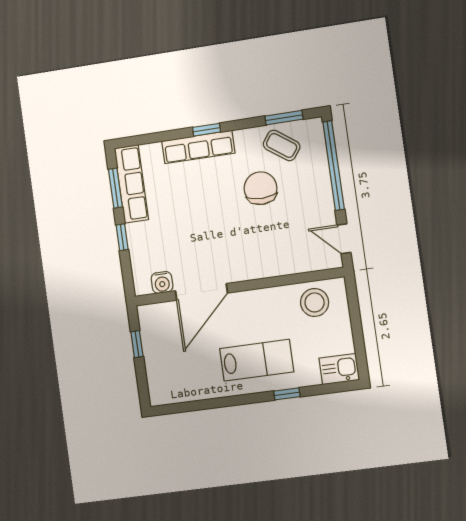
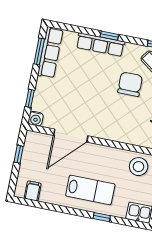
window: (122, 237) -> (30, 98), moved
water cooler: (162, 282) -> (36, 119), moved
filing cabinet: (175, 390) -> (33, 191), added

